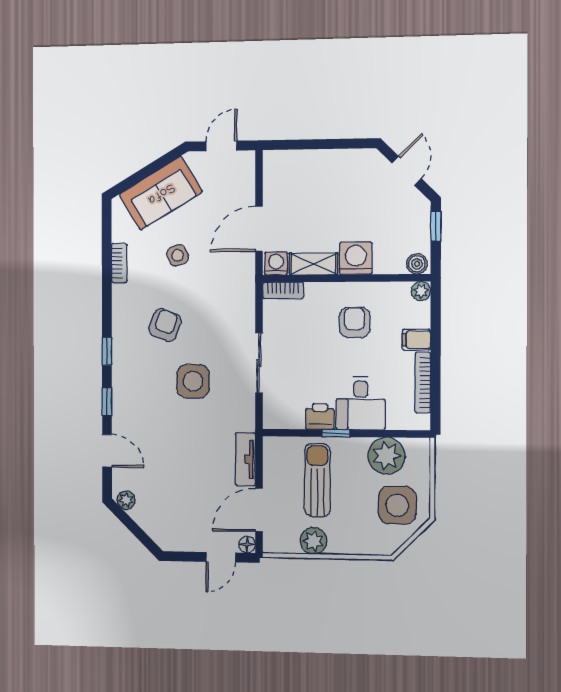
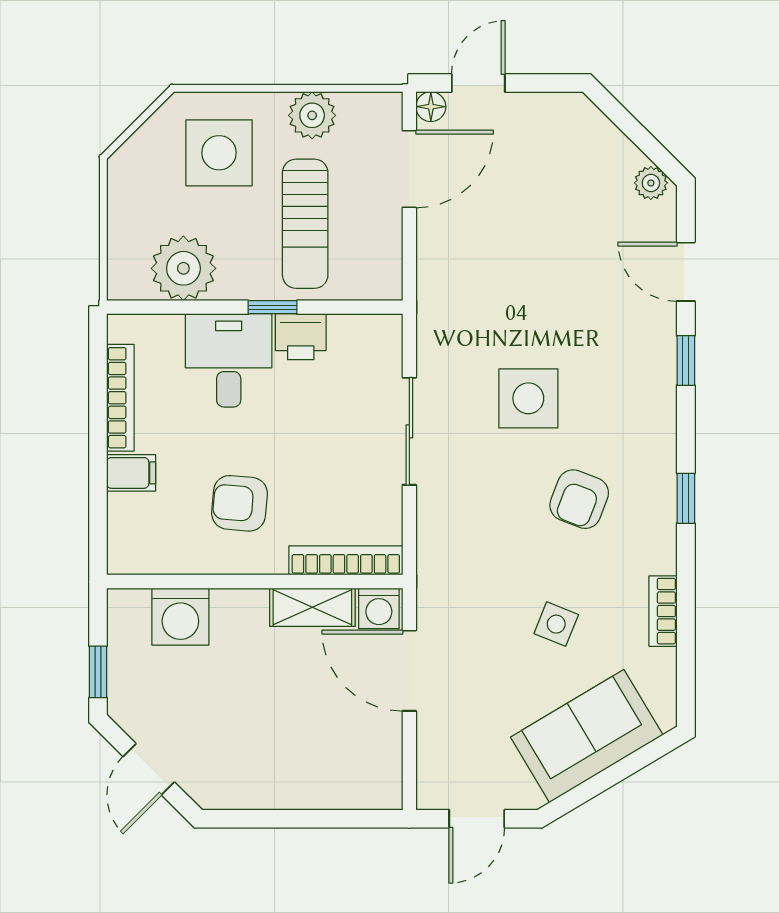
door: (259, 229) -> (409, 671), swing flipped
side table: (178, 255) -> (556, 624), turned 45
washing machine: (356, 258) -> (180, 617), moved
boiler: (417, 264) -> (131, 606), removed
bookcase: (283, 290) -> (346, 560), width x1.56
plant: (421, 291) -> (124, 558), removed
armchair: (355, 322) -> (239, 503), turned 95
window: (107, 351) -> (686, 498), moved
tv unit: (245, 459) -> (434, 260), removed
side table: (397, 505) -> (219, 153), moved

